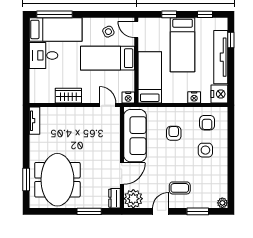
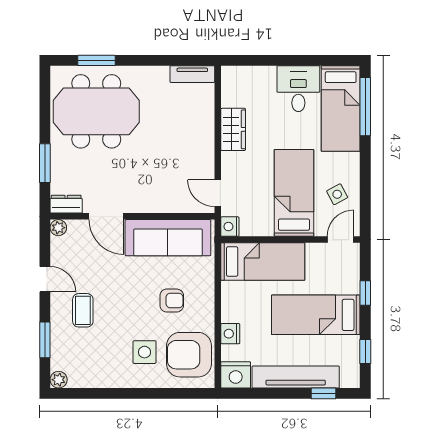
door: (108, 105) -> (218, 193), swing flipped
armchair: (207, 123) -> (189, 355), width x1.88, depth x1.88
plant: (133, 199) -> (58, 228), width x0.53, depth x0.53

